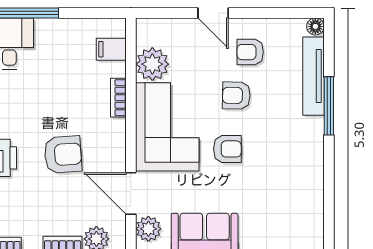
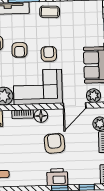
floor lamp: (114, 131) -> (41, 116), added
coffee table: (304, 153) -> (50, 12), added

